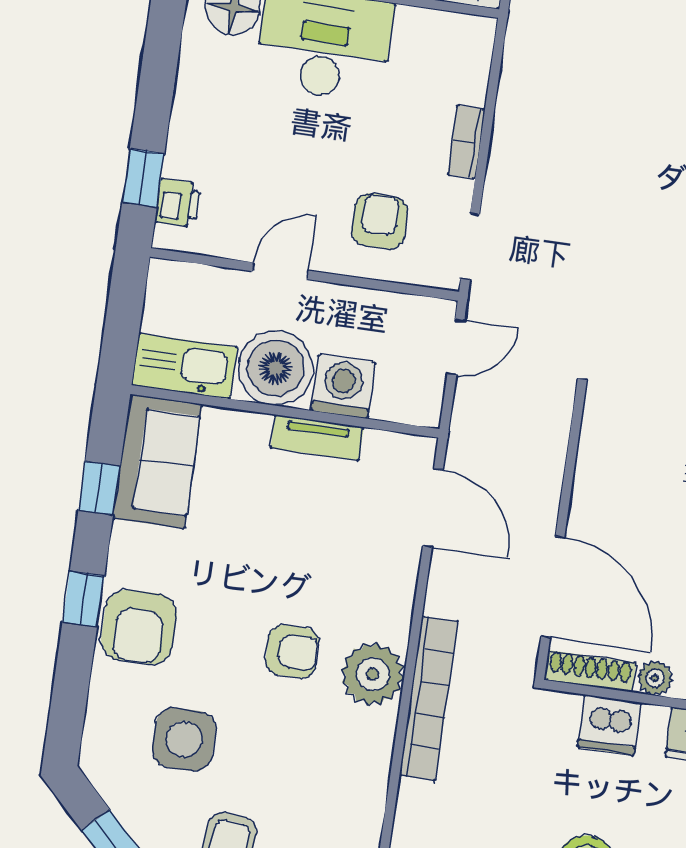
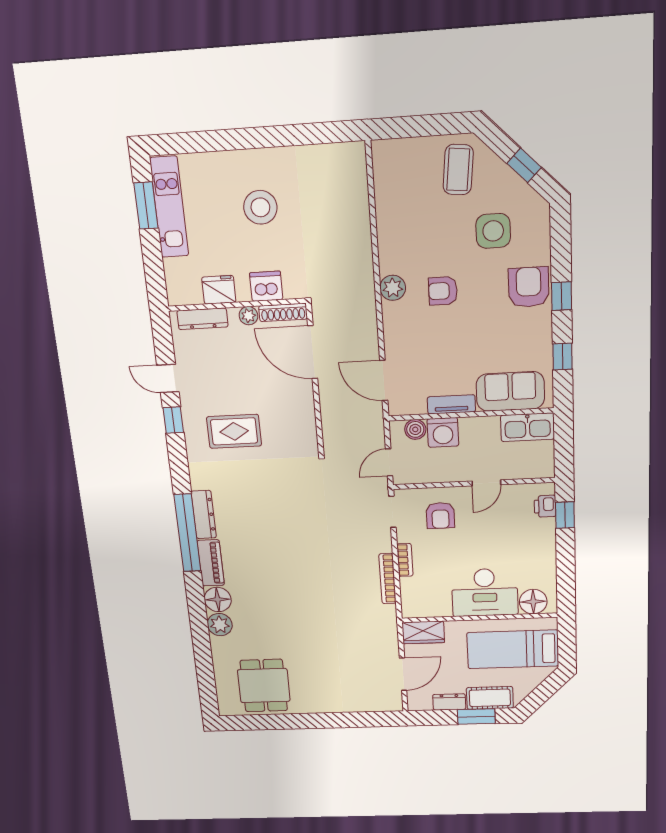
boiler: (276, 368) -> (415, 429), moved, width x0.54, depth x0.54
sofa: (157, 461) -> (510, 391), moved, turned 90
plant: (373, 674) -> (393, 288), width x0.73, depth x0.73
bookcase: (429, 698) -> (388, 579), moved, width x0.68, depth x0.76

